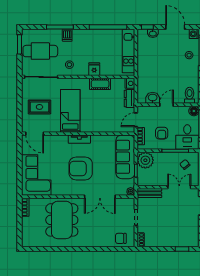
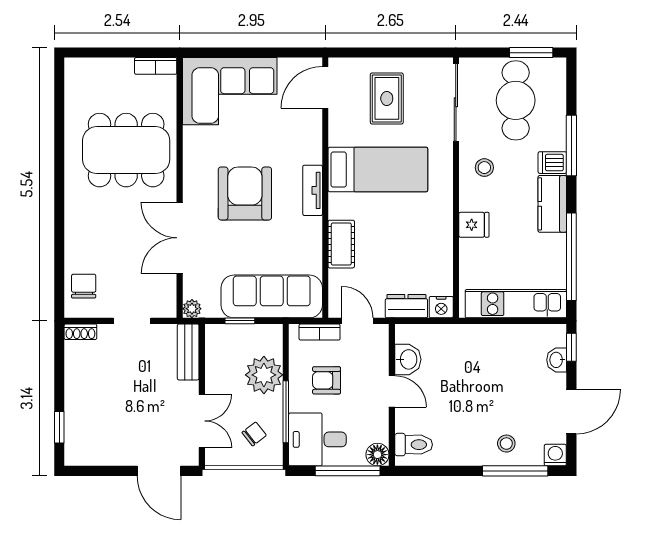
kitchen counter: (85, 35) -> (552, 204), added
cot: (100, 84) -> (341, 244), moved
plant: (145, 160) -> (264, 375), moved

